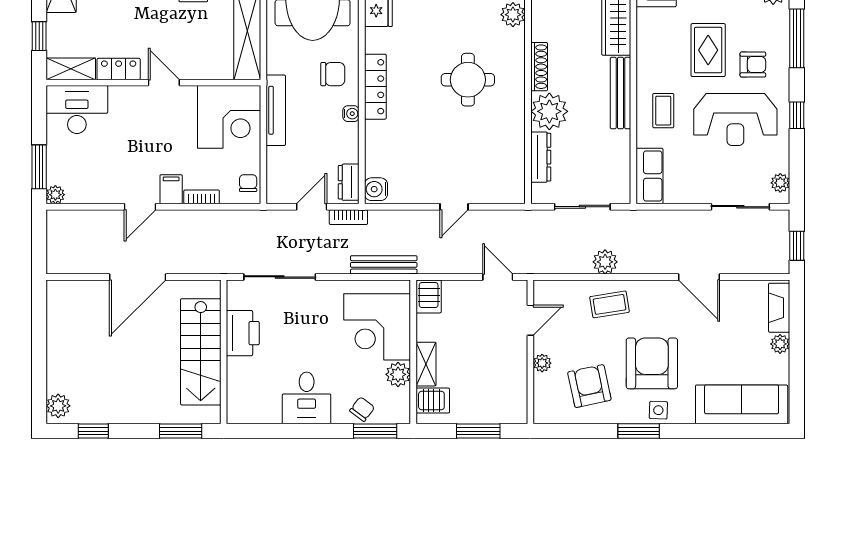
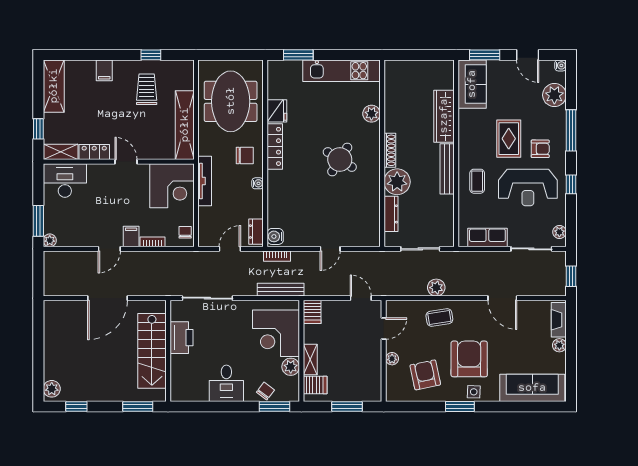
round table: (468, 80) -> (340, 159), turned 32
locker: (375, 87) -> (275, 146), moved
row of seats: (649, 176) -> (487, 237), moved, turned -90
bookcase: (348, 217) -> (277, 256), moved

